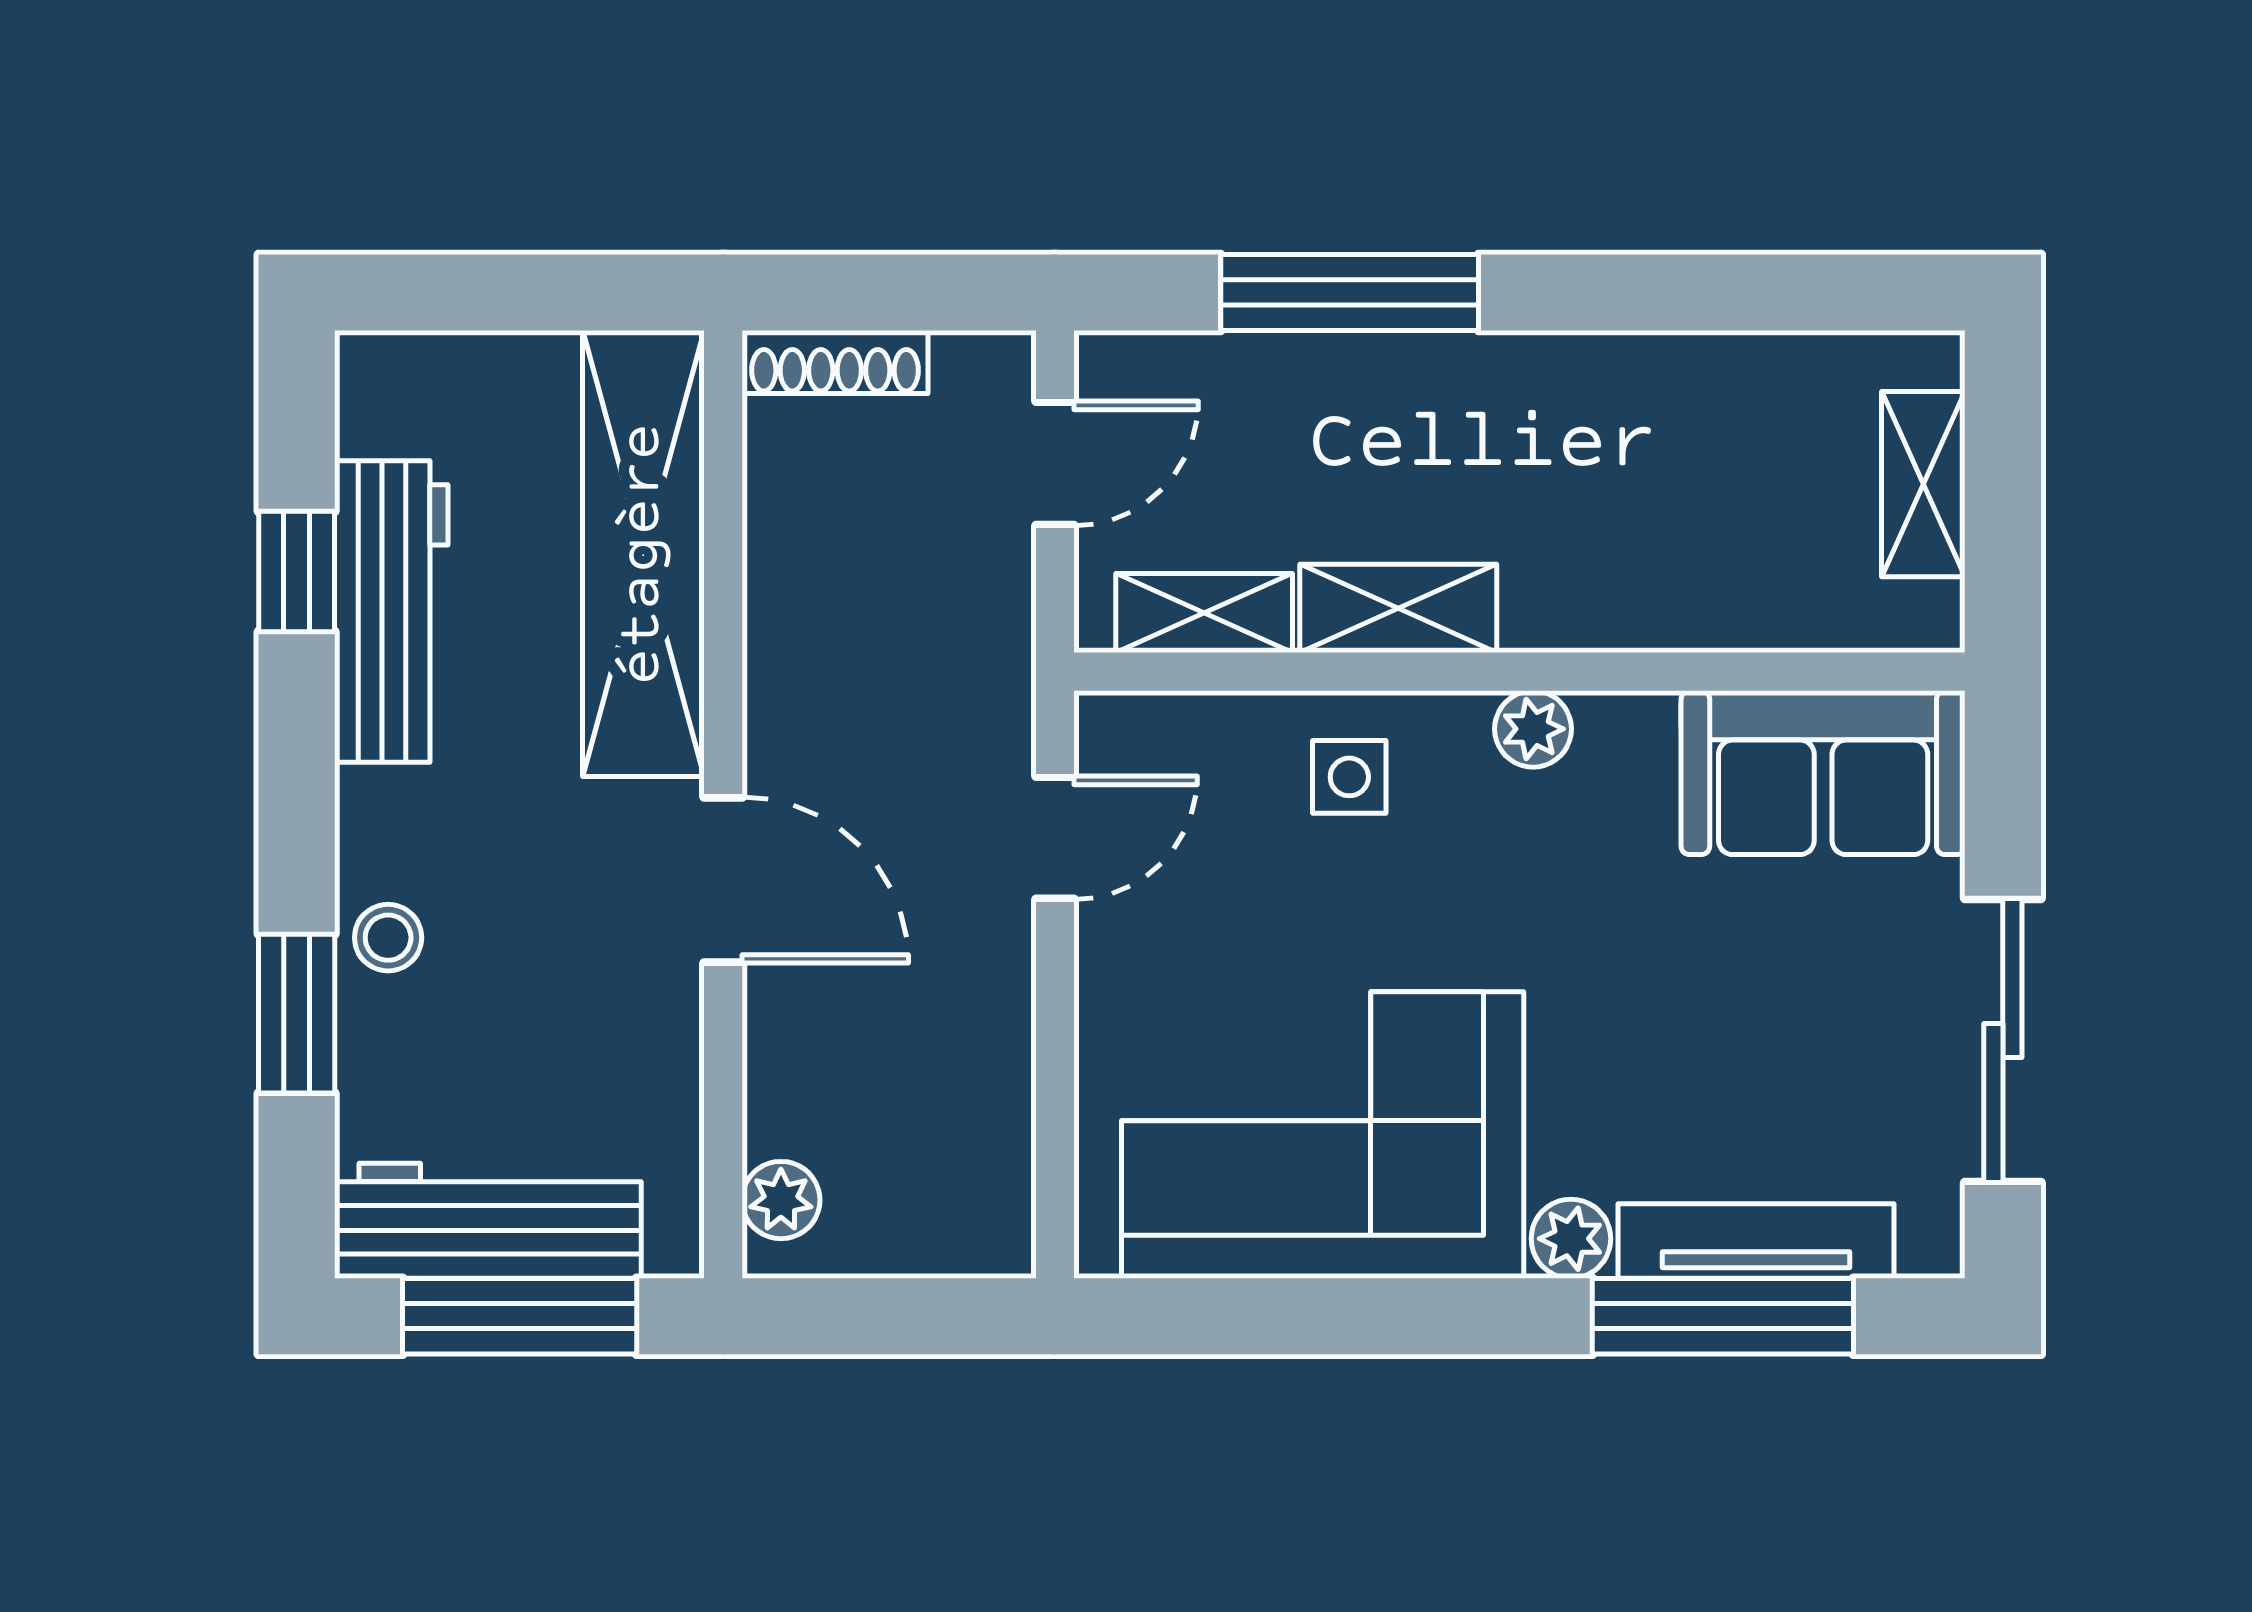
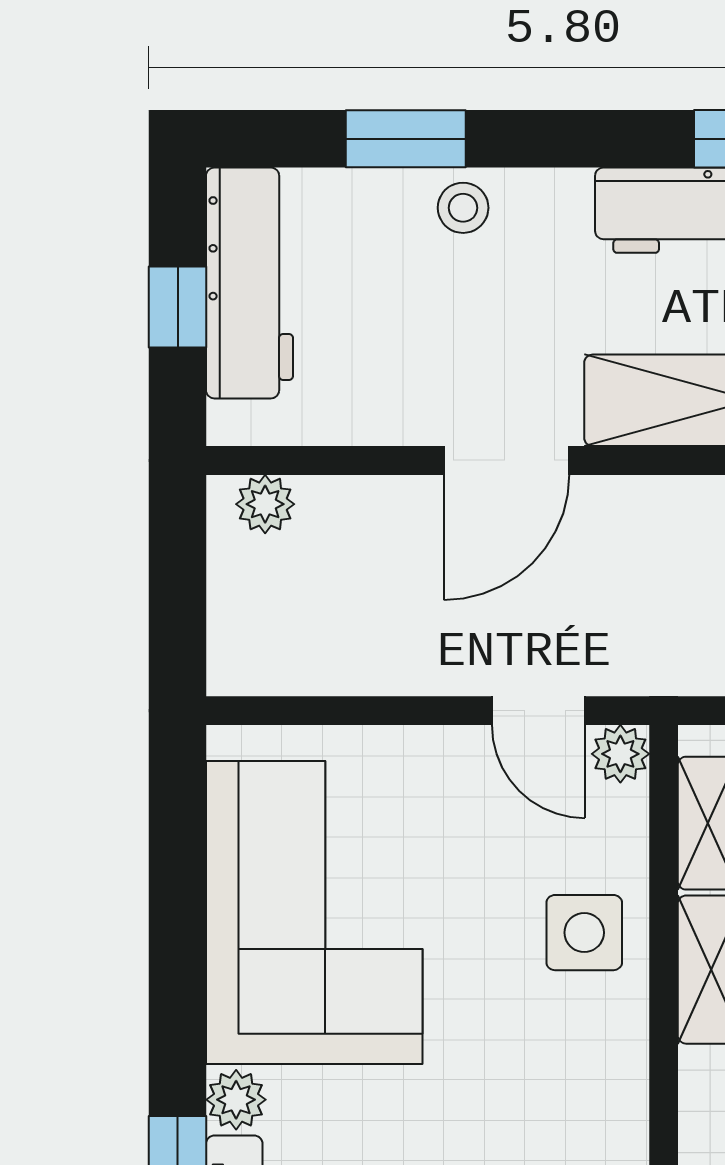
plant: (1533, 729) -> (620, 754), moved
side table: (1349, 777) -> (584, 933), width x1.37, depth x1.37
window: (520, 1316) -> (178, 307), width x0.46

